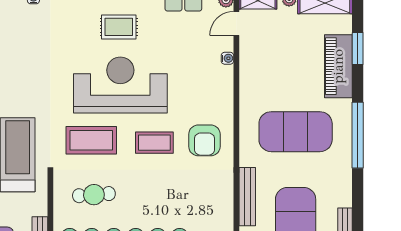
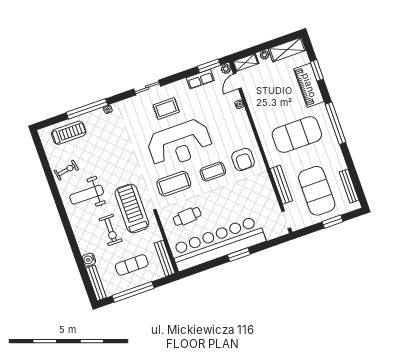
reception desk: (120, 85) -> (180, 144), turned 180

